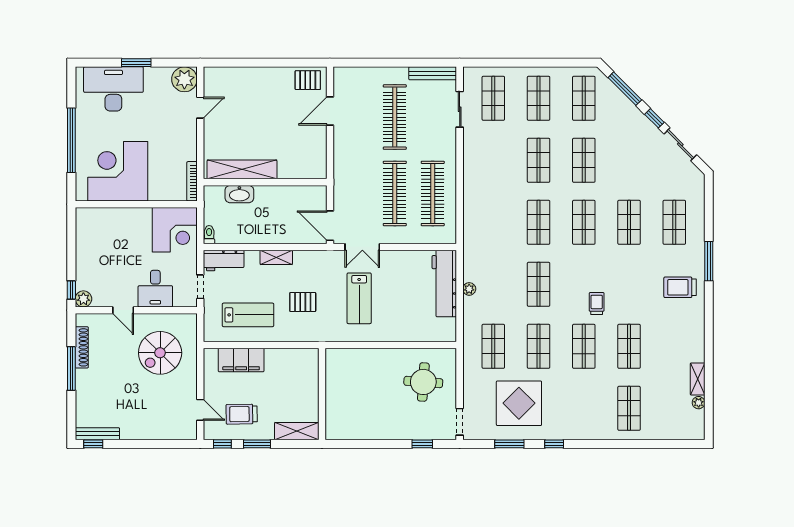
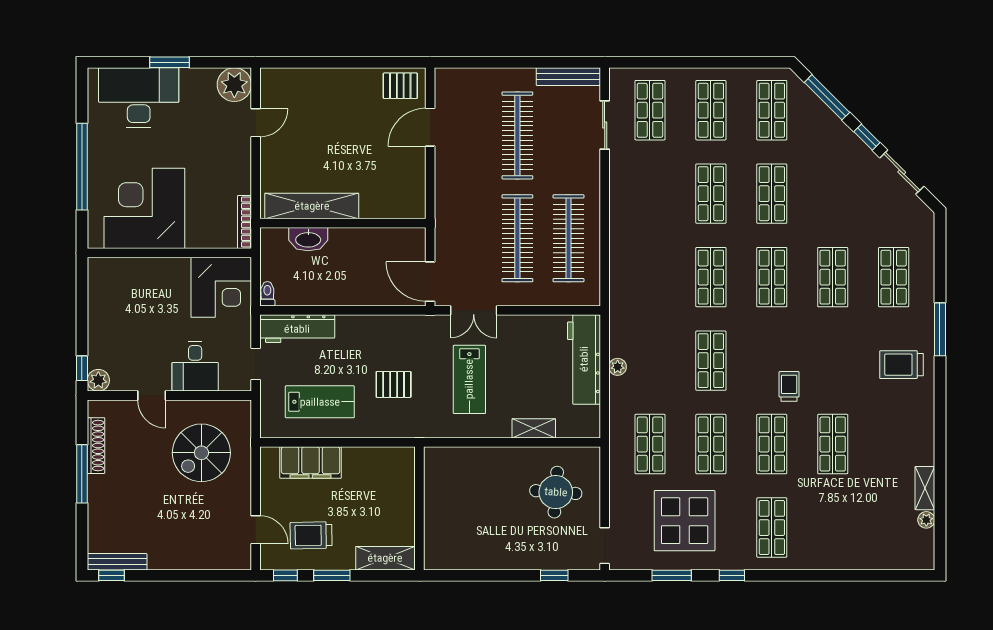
shelving: (276, 257) -> (534, 428), moved
workbench: (224, 261) -> (297, 329), width x1.38
shop shelf: (629, 408) -> (772, 528), moved

